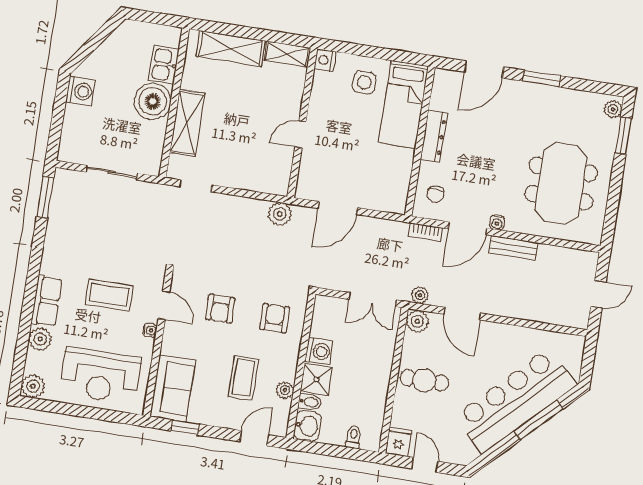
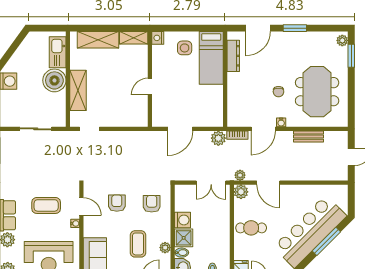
kitchen sink: (164, 65) -> (58, 52), width x1.38
dresser: (434, 136) -> (233, 56), moved
chair: (436, 194) -> (278, 92), moved
plant: (280, 214) -> (218, 138), moved
bench: (513, 248) -> (308, 137), moved
armchair: (220, 309) -> (117, 203), turned 180

